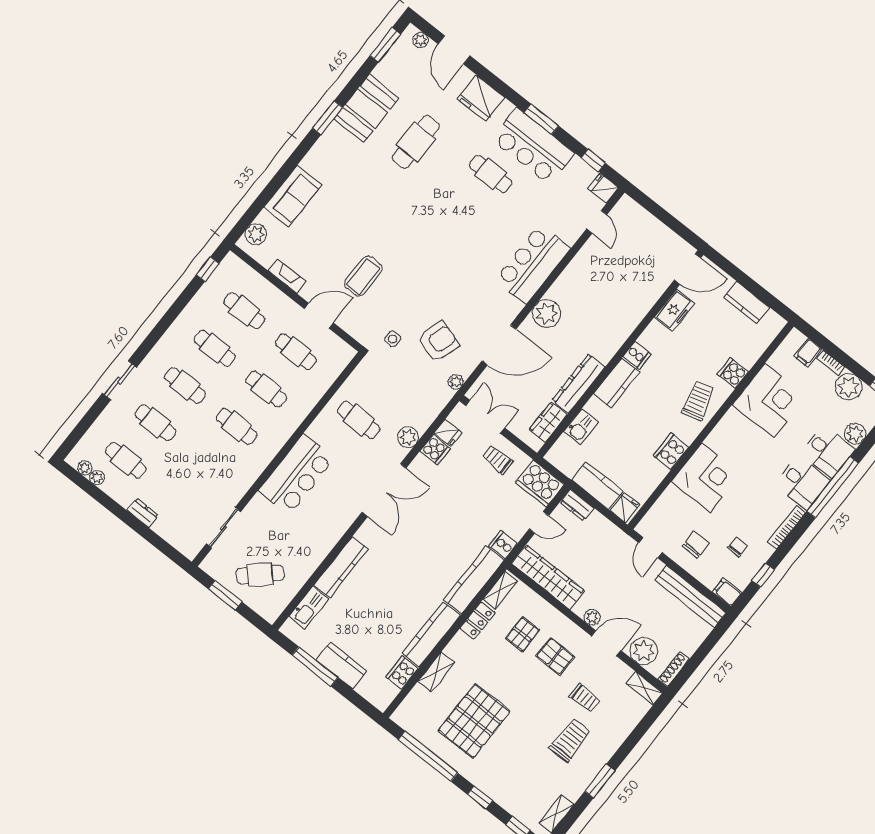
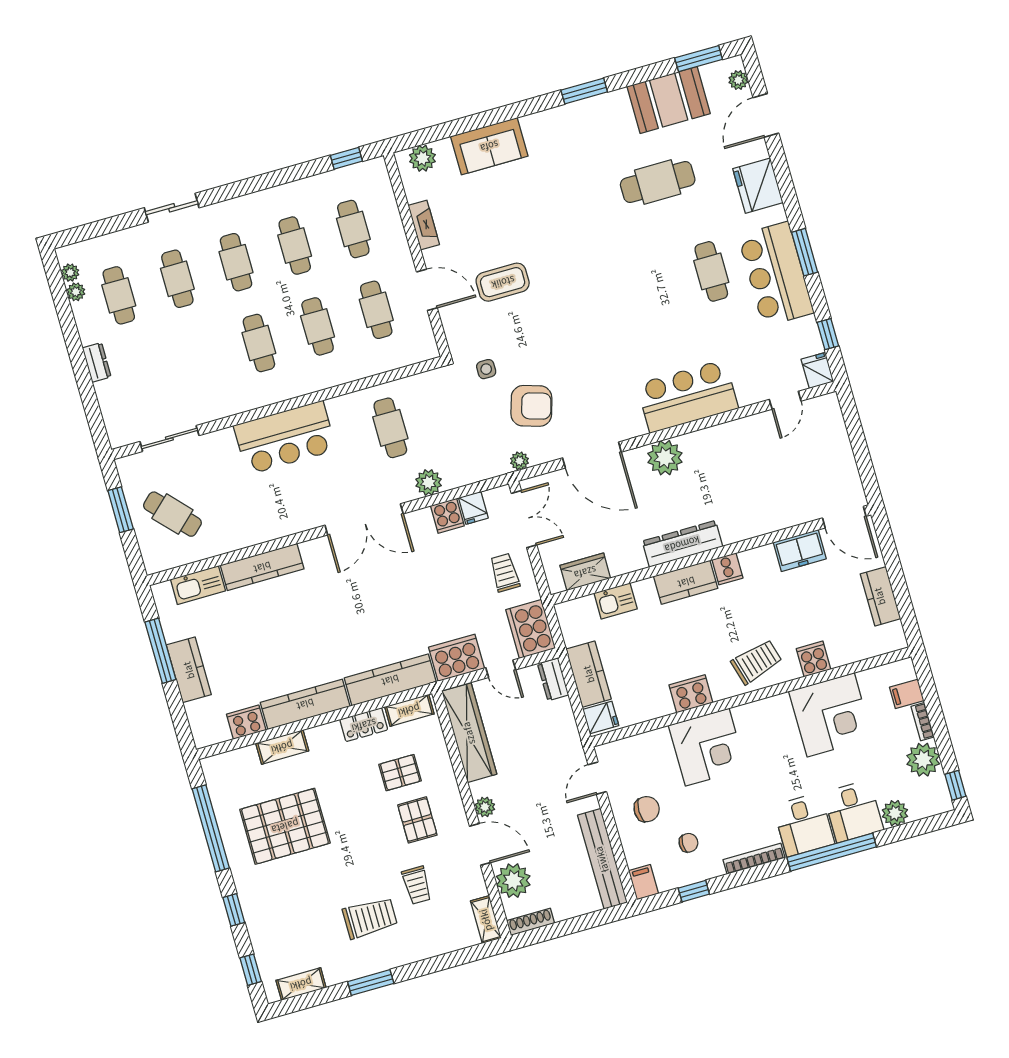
booth: (366, 109) -> (669, 100), moved
dresser: (578, 383) -> (682, 544), moved
cooker: (503, 545) -> (457, 658), width x1.87, depth x1.31

